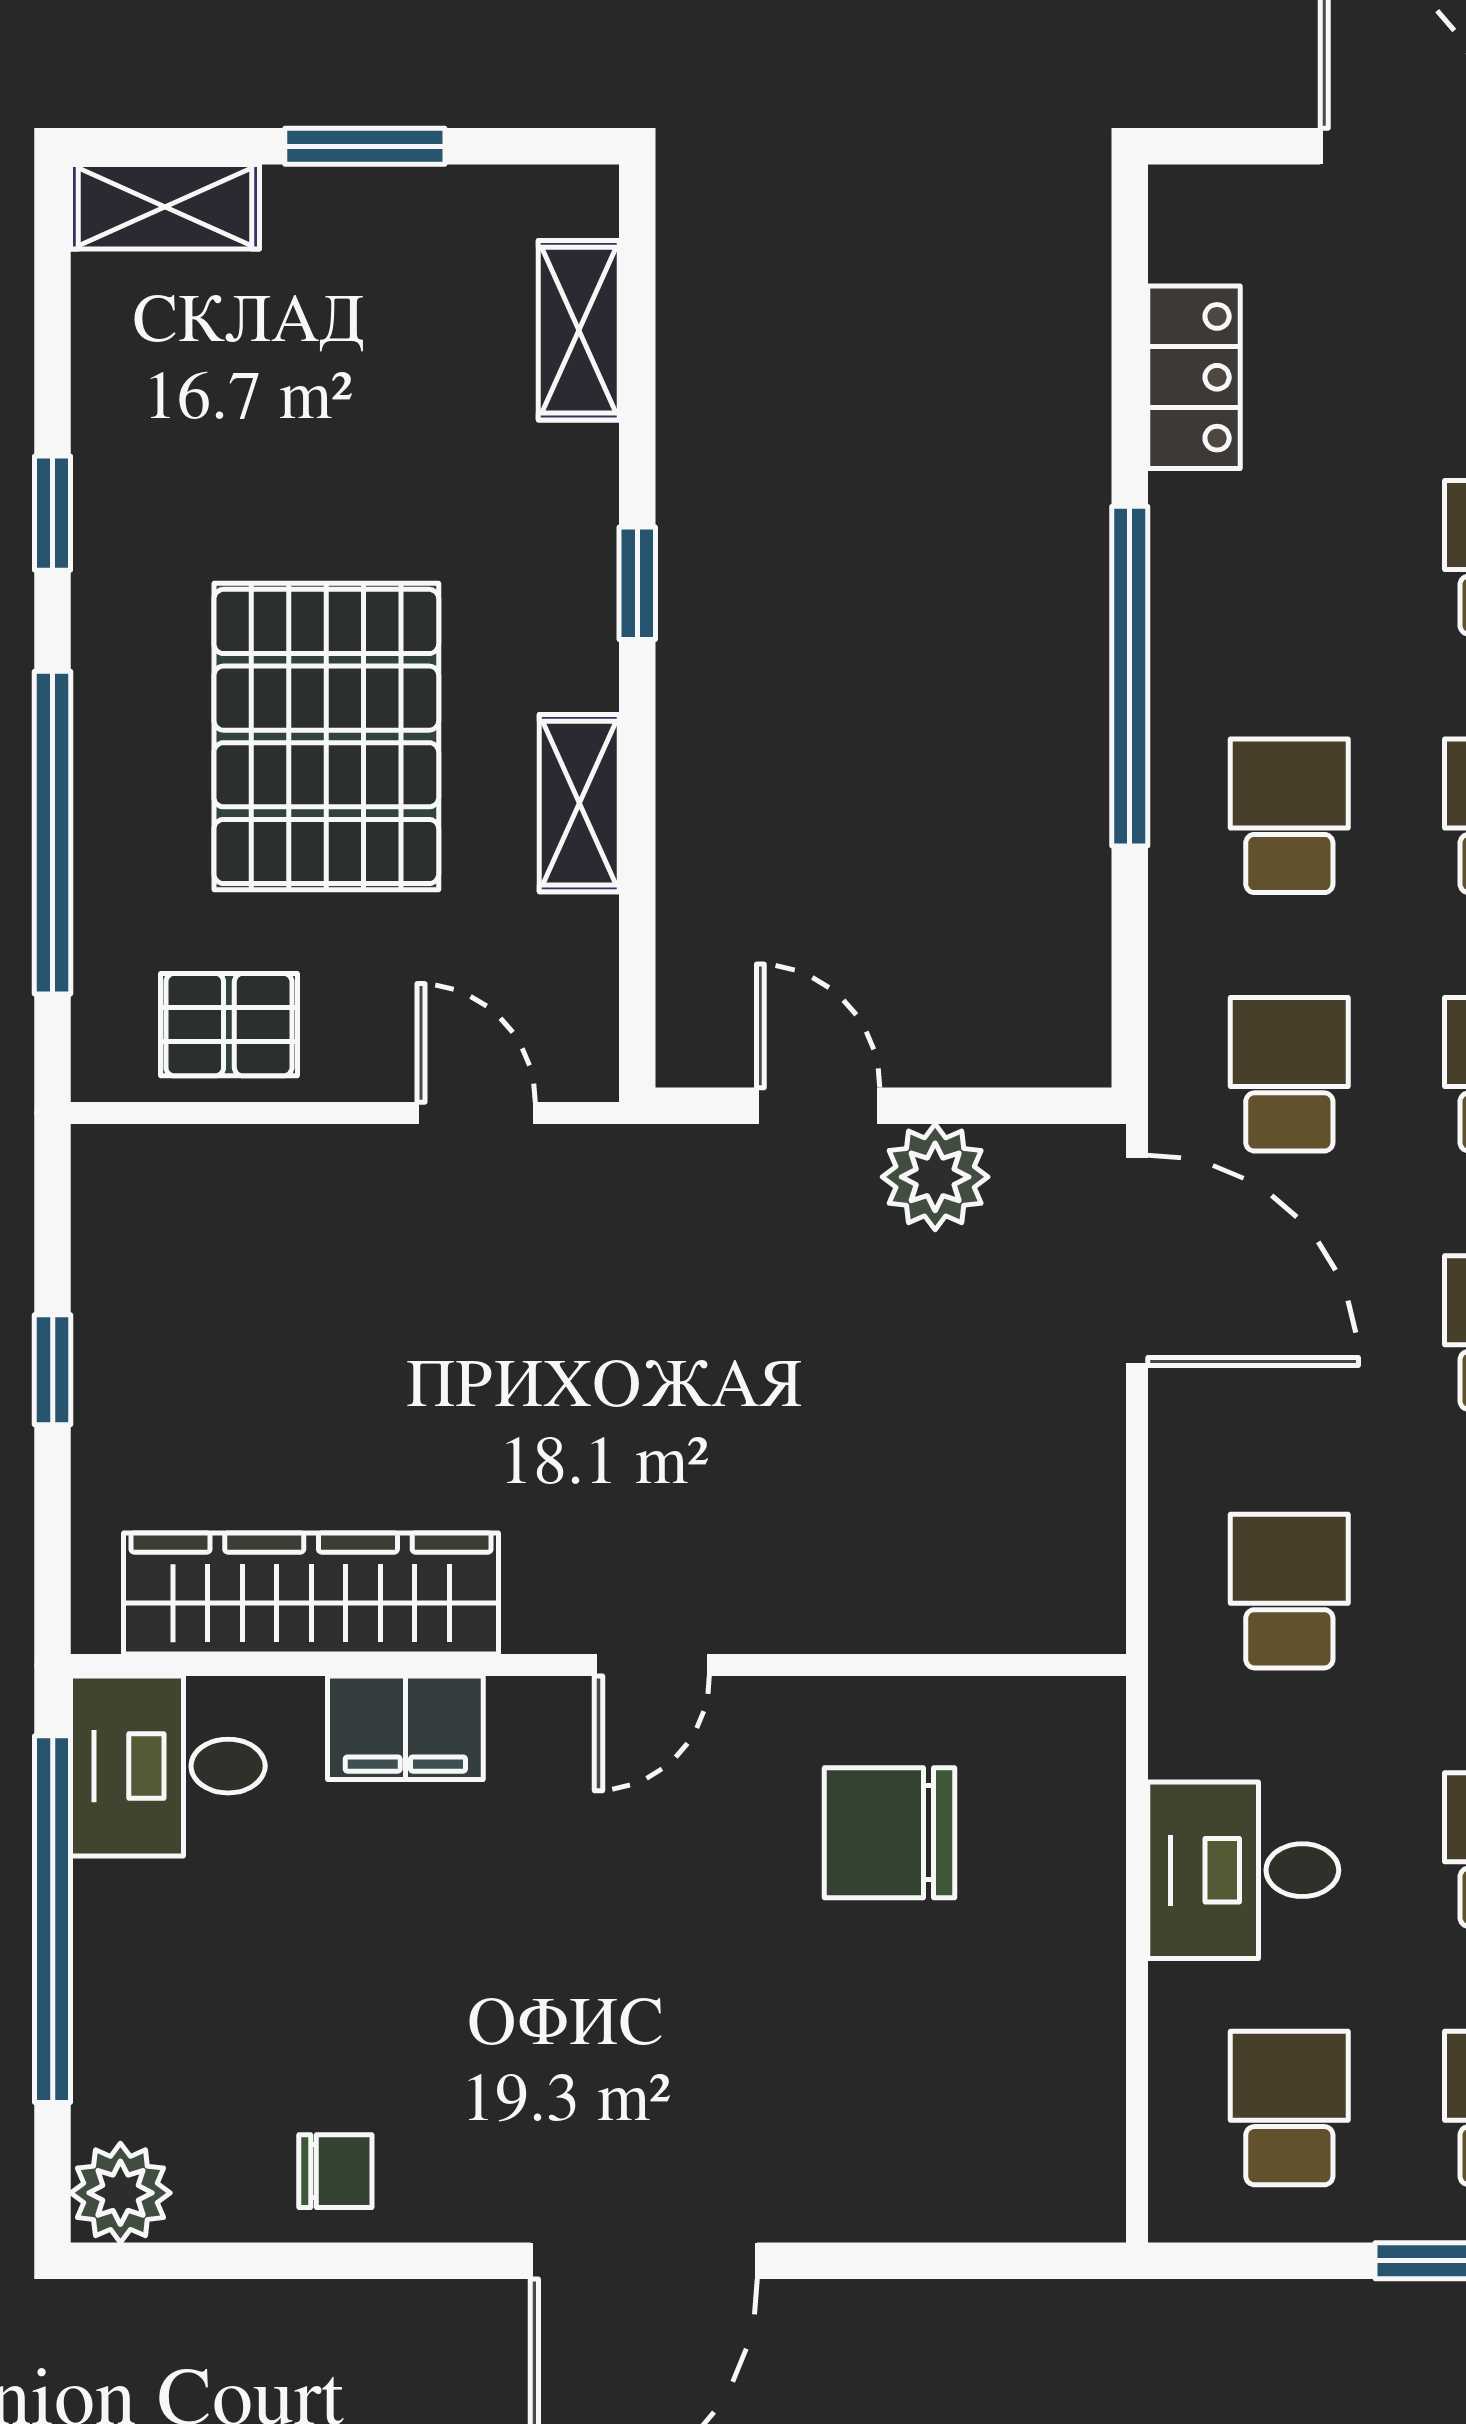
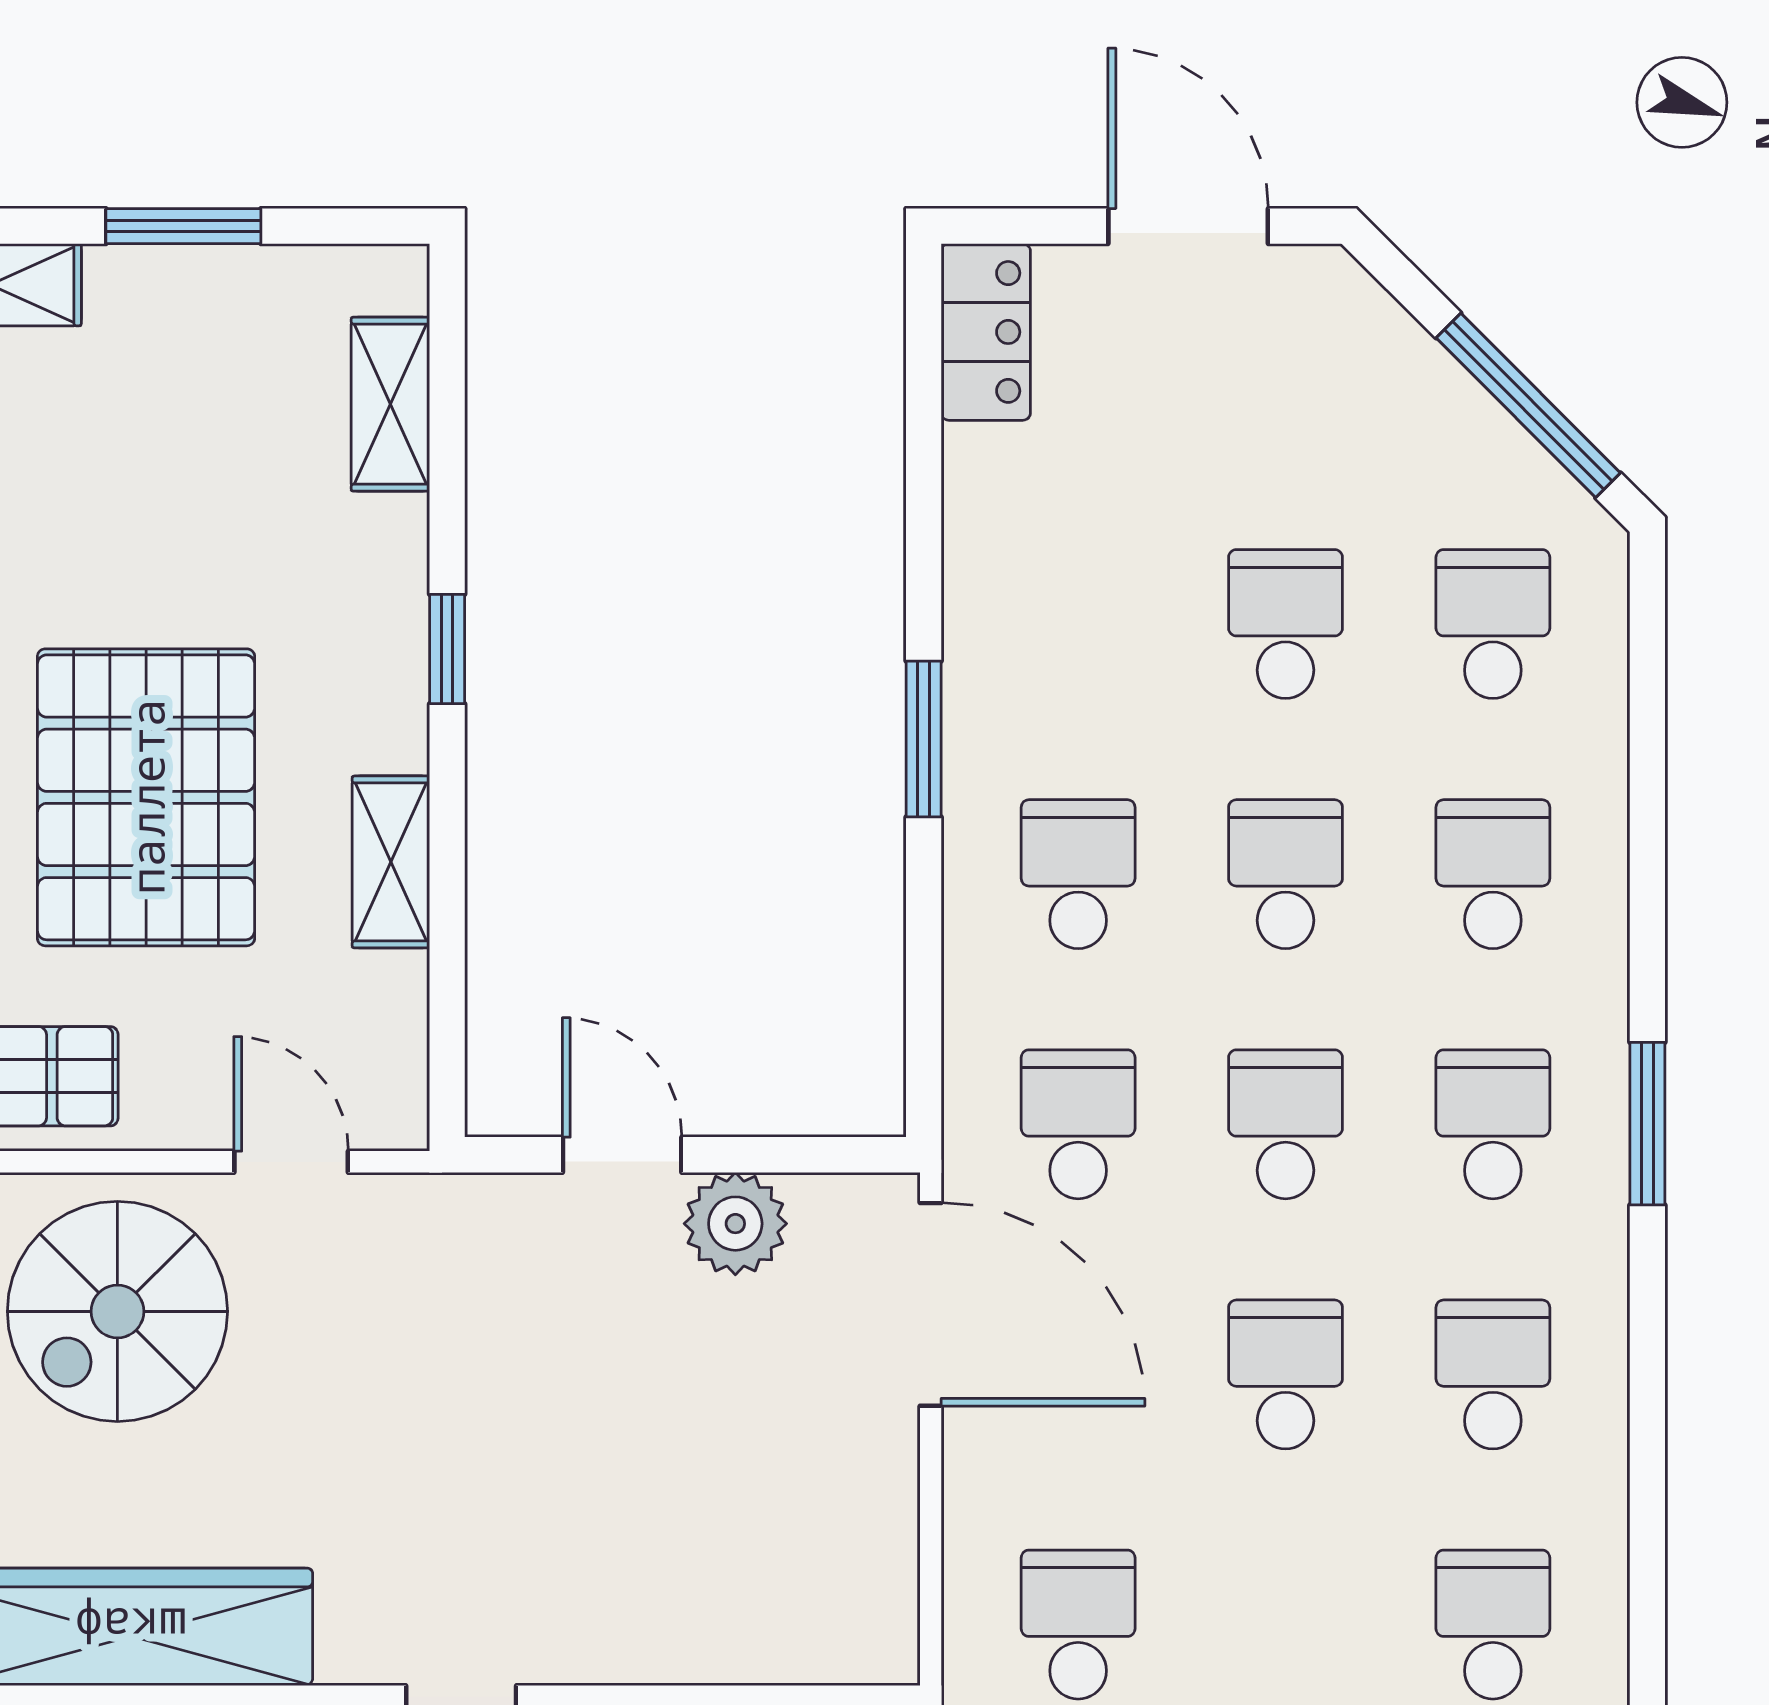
locker: (1194, 377) -> (986, 332), moved
window: (1130, 676) -> (924, 739), width x0.47
spiral stairs: (297, 1268) -> (117, 1311), added

